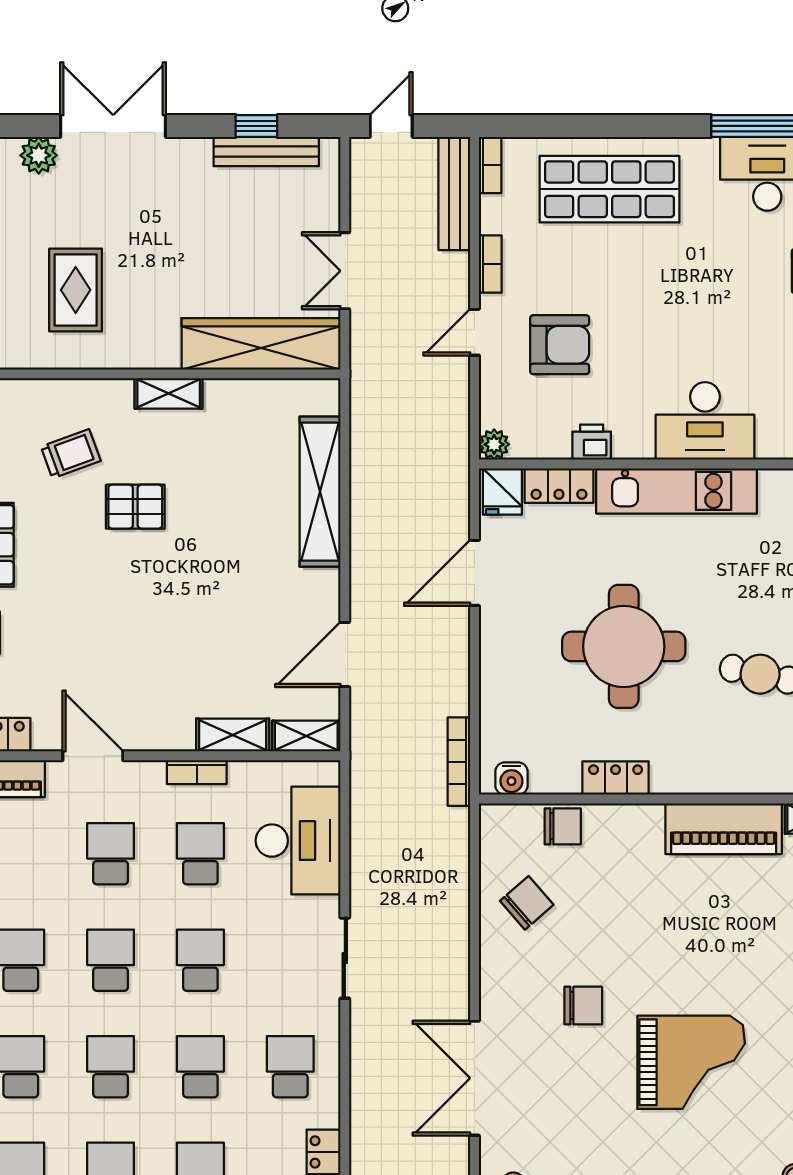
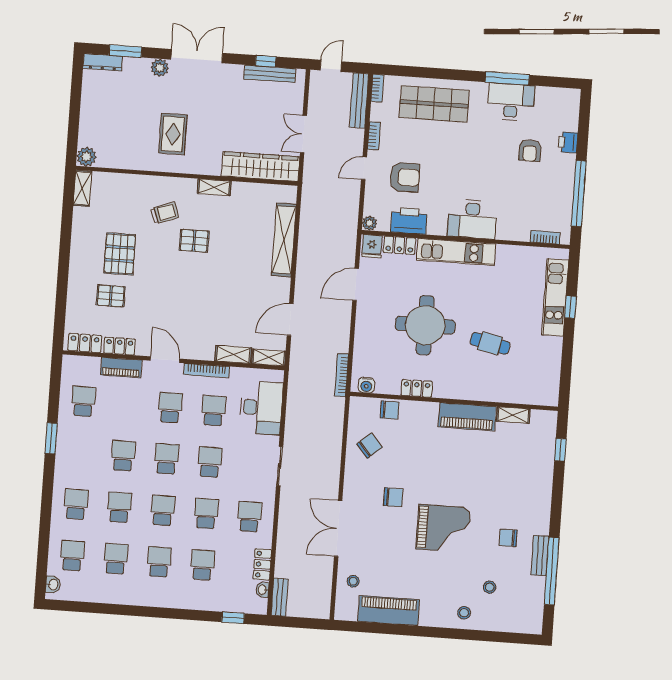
printer: (592, 442) -> (409, 221), width x1.87, depth x1.48
bookcase: (197, 772) -> (207, 371), width x1.56

